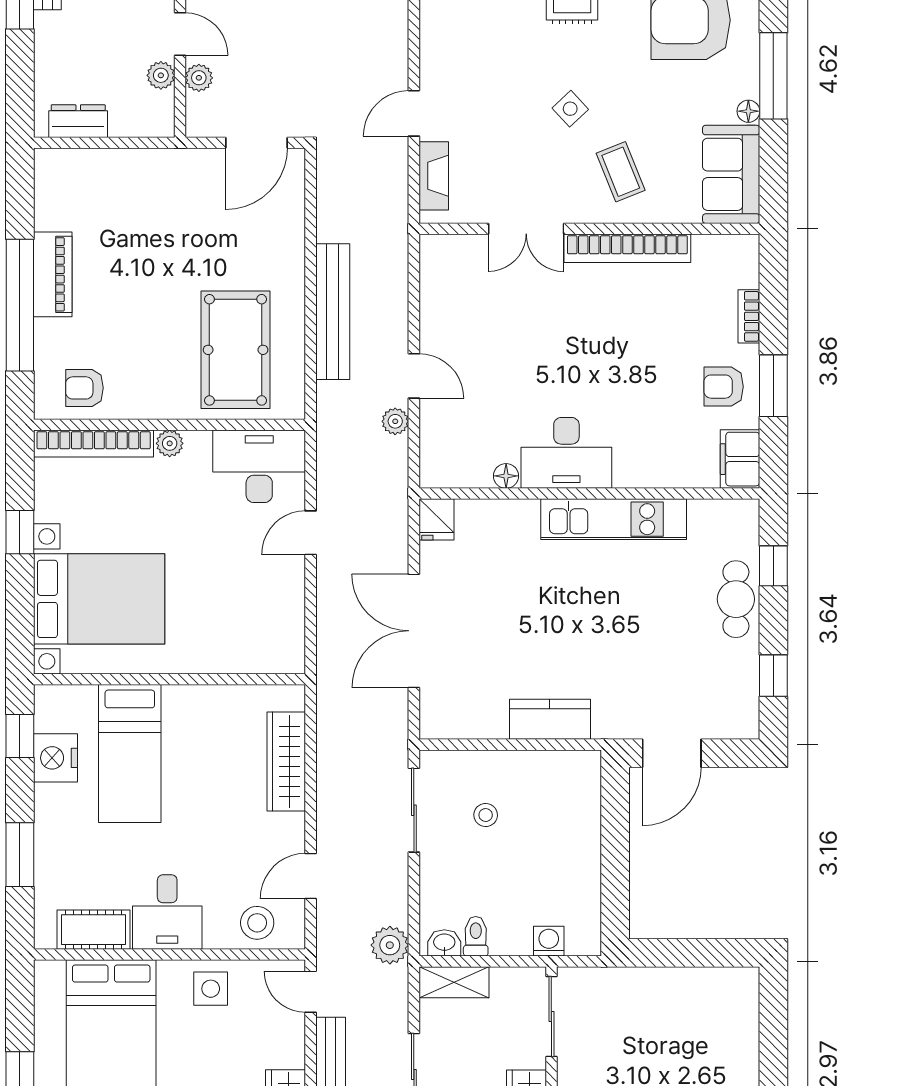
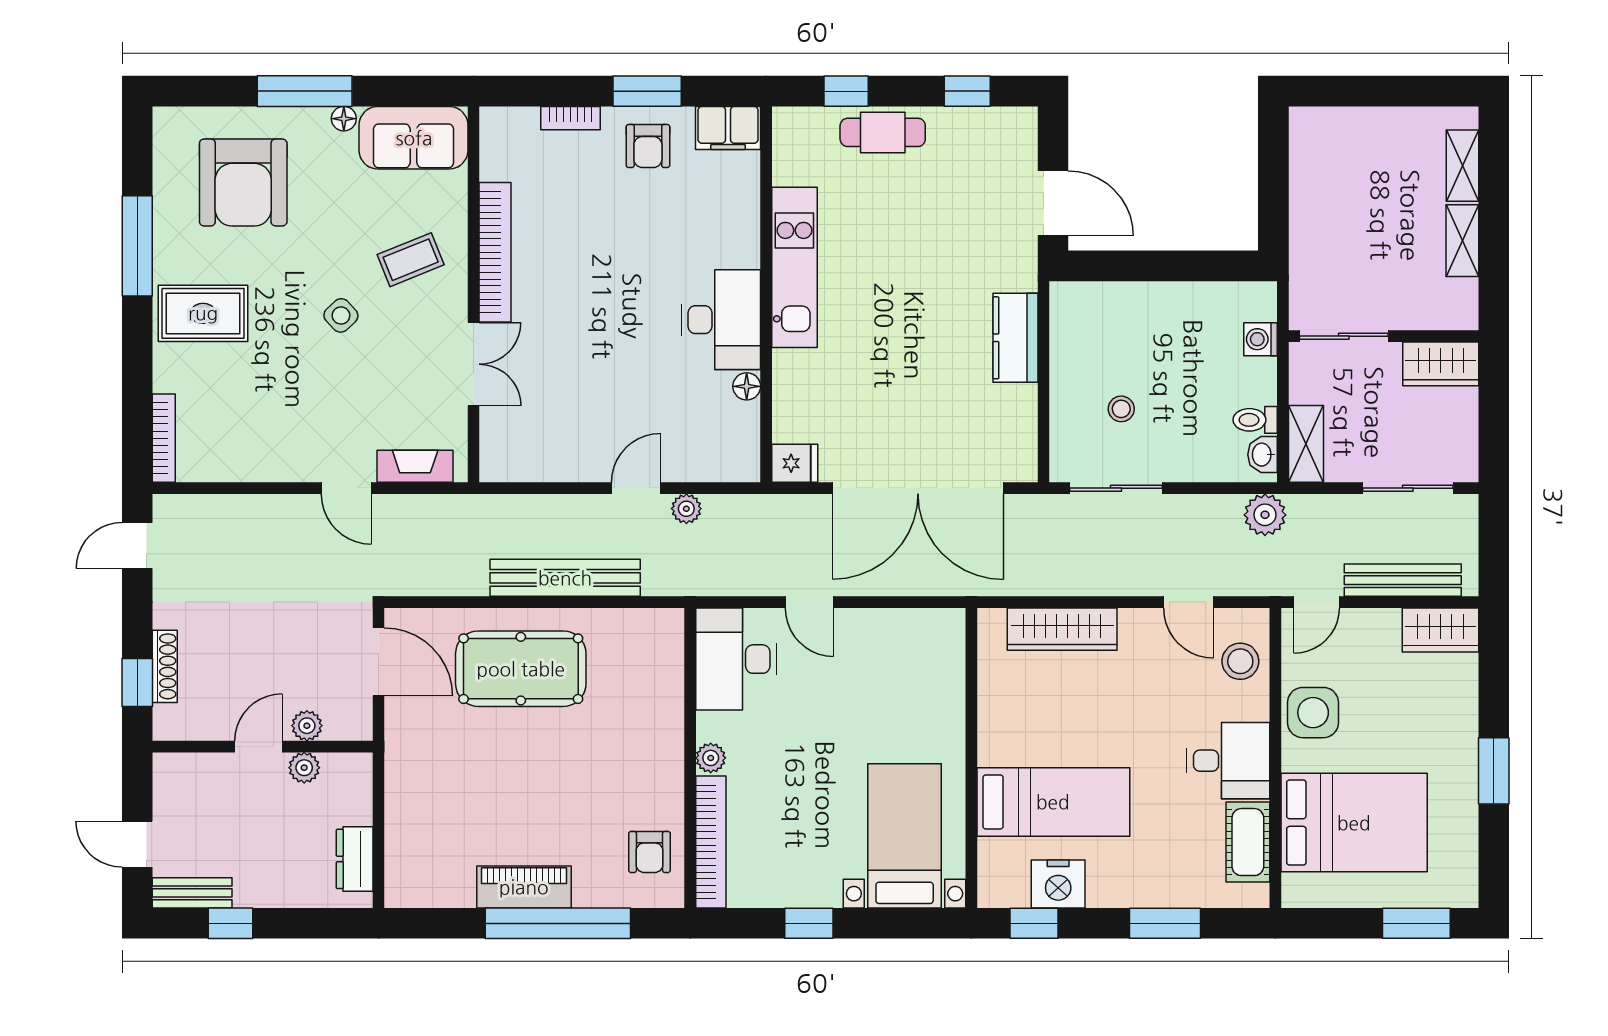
pool table: (236, 350) -> (521, 669), moved
bed with nightstands: (99, 599) -> (905, 836), width x0.73
double door: (414, 631) -> (918, 488), width x1.36
side table: (211, 989) -> (1313, 713), width x1.37, depth x1.37

